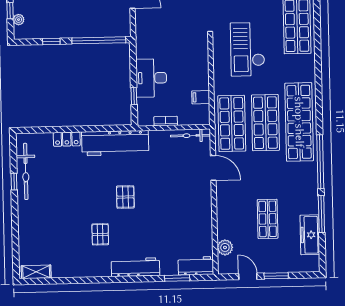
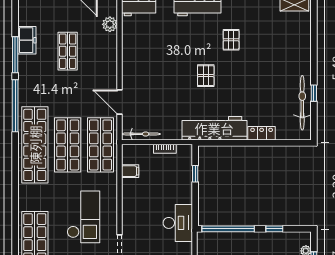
desk: (151, 78) -> (178, 223), moved
freezer: (310, 235) -> (27, 40), width x0.71

